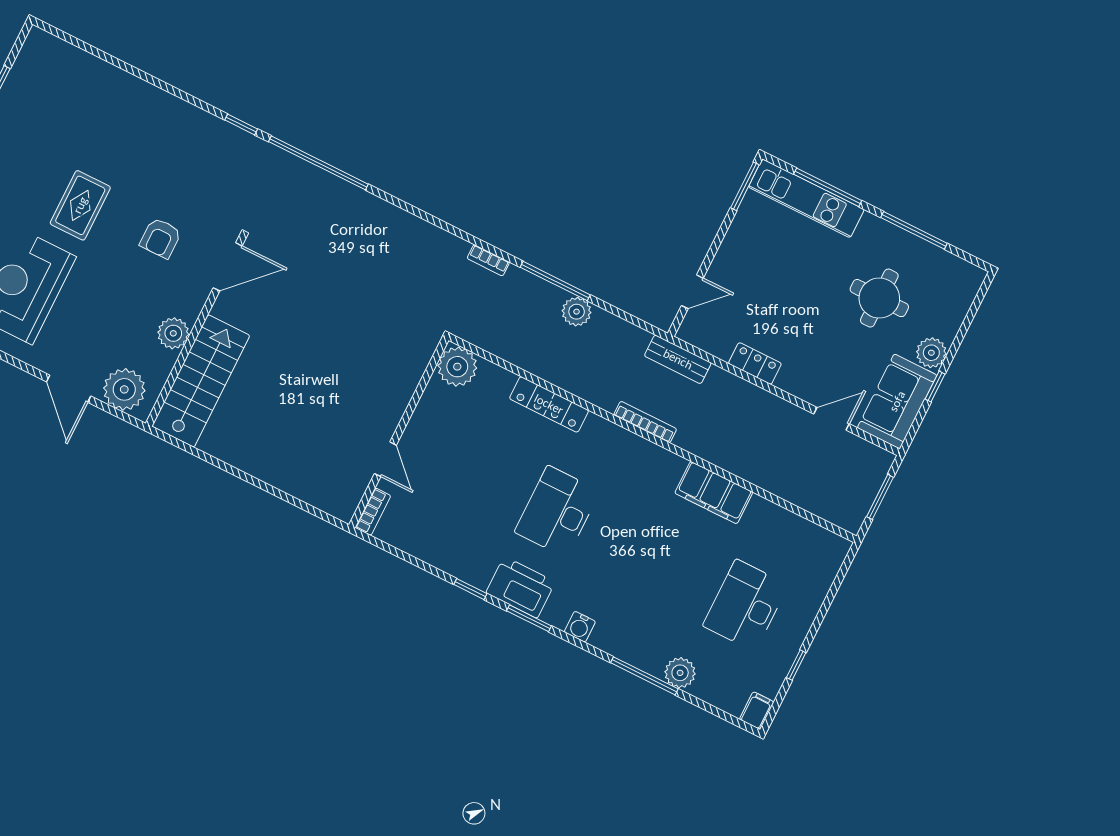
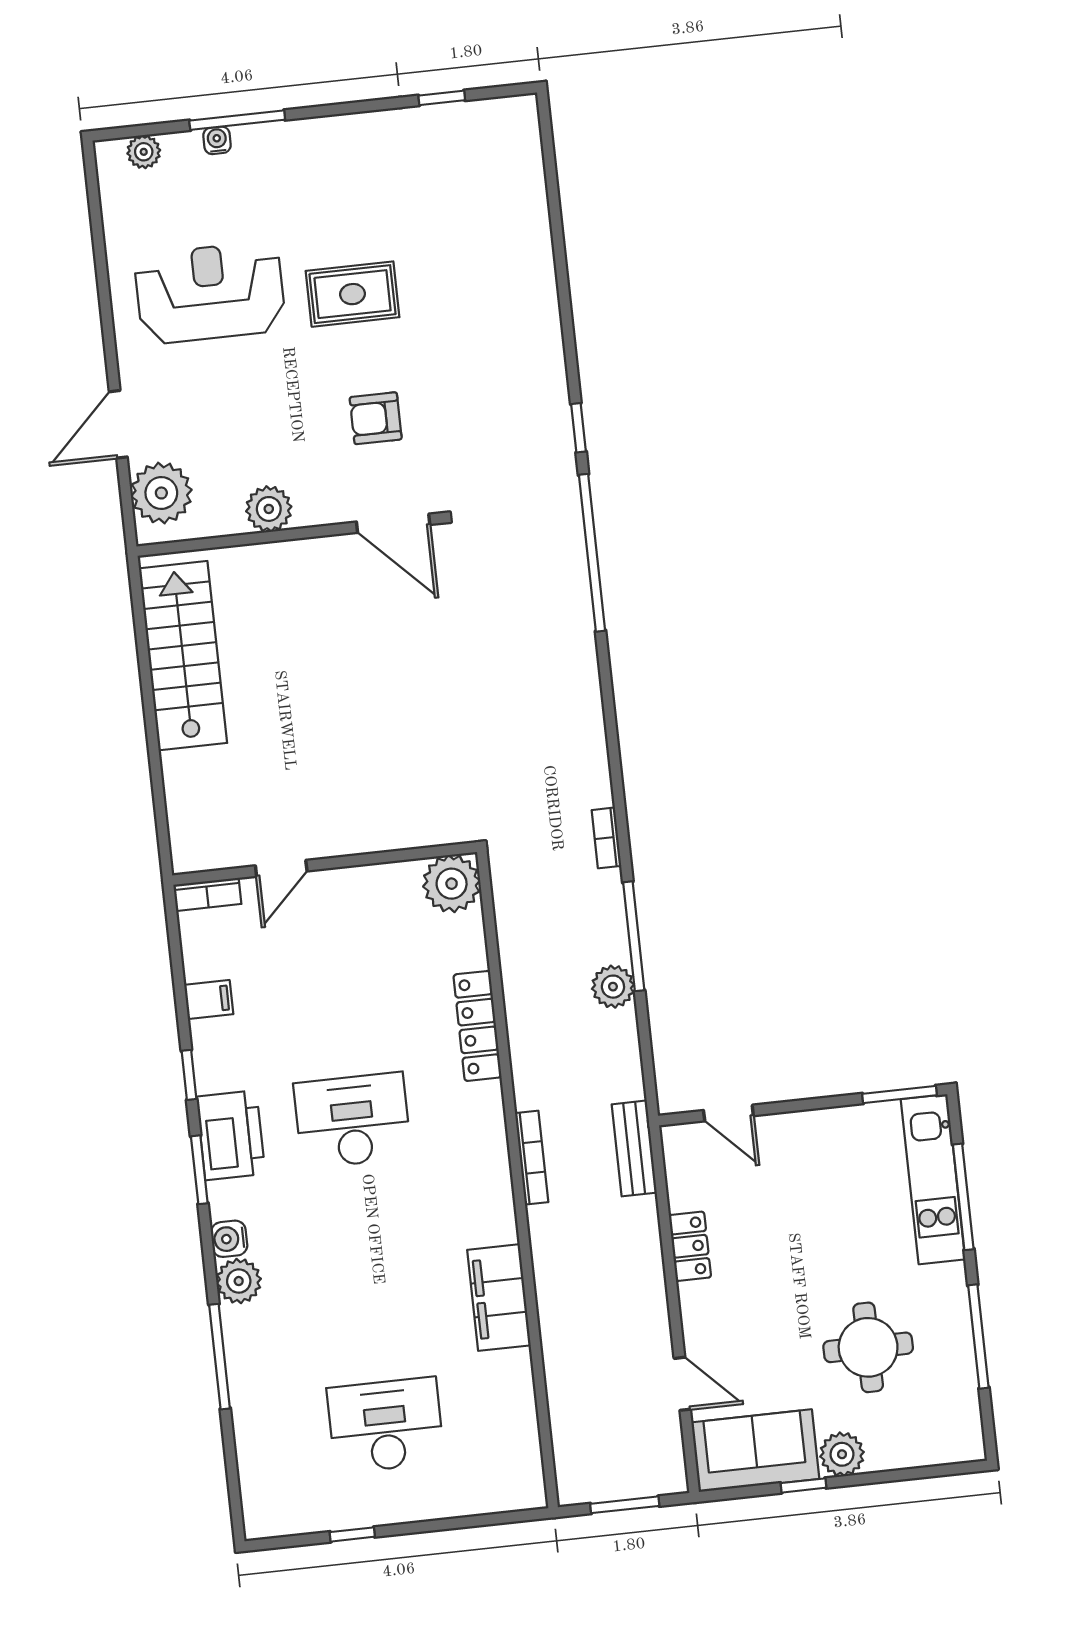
stairs: (201, 381) -> (183, 656), moved, turned -90
plant: (680, 673) -> (239, 1281), moved
filing cabinet: (757, 711) -> (209, 1000), moved

